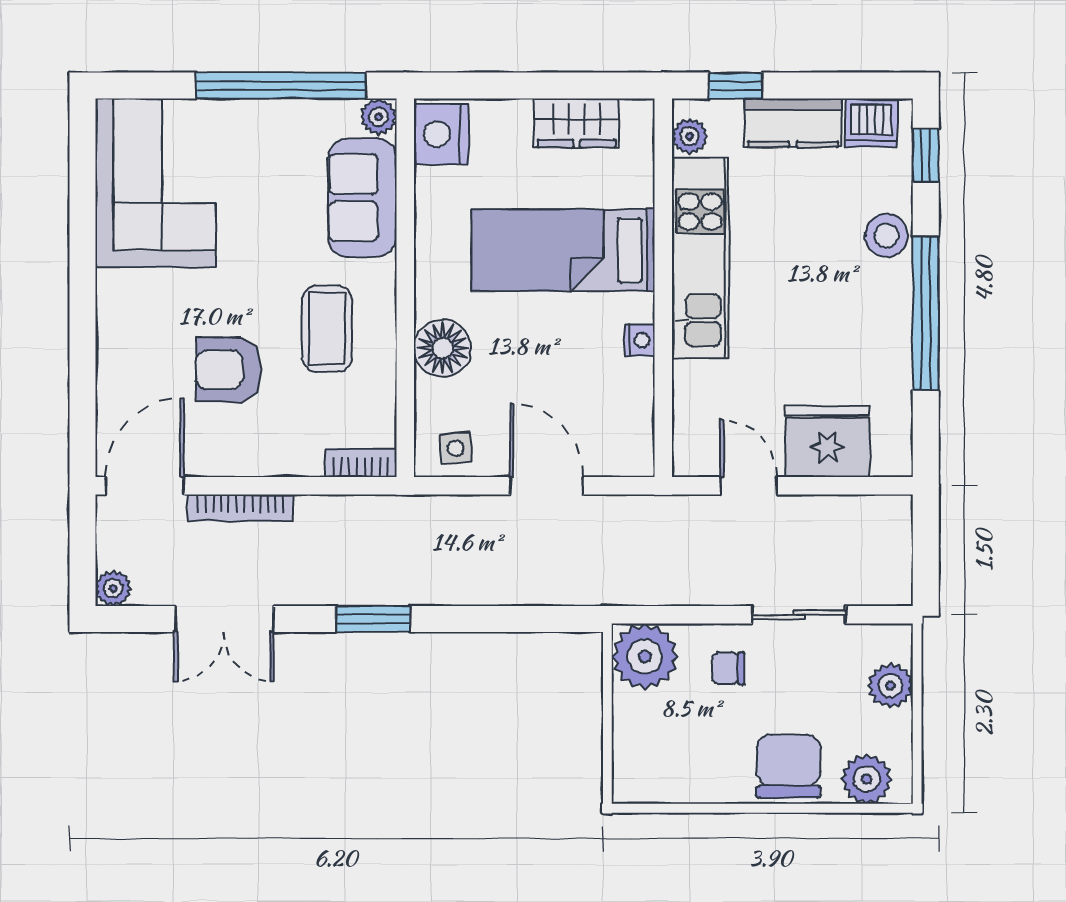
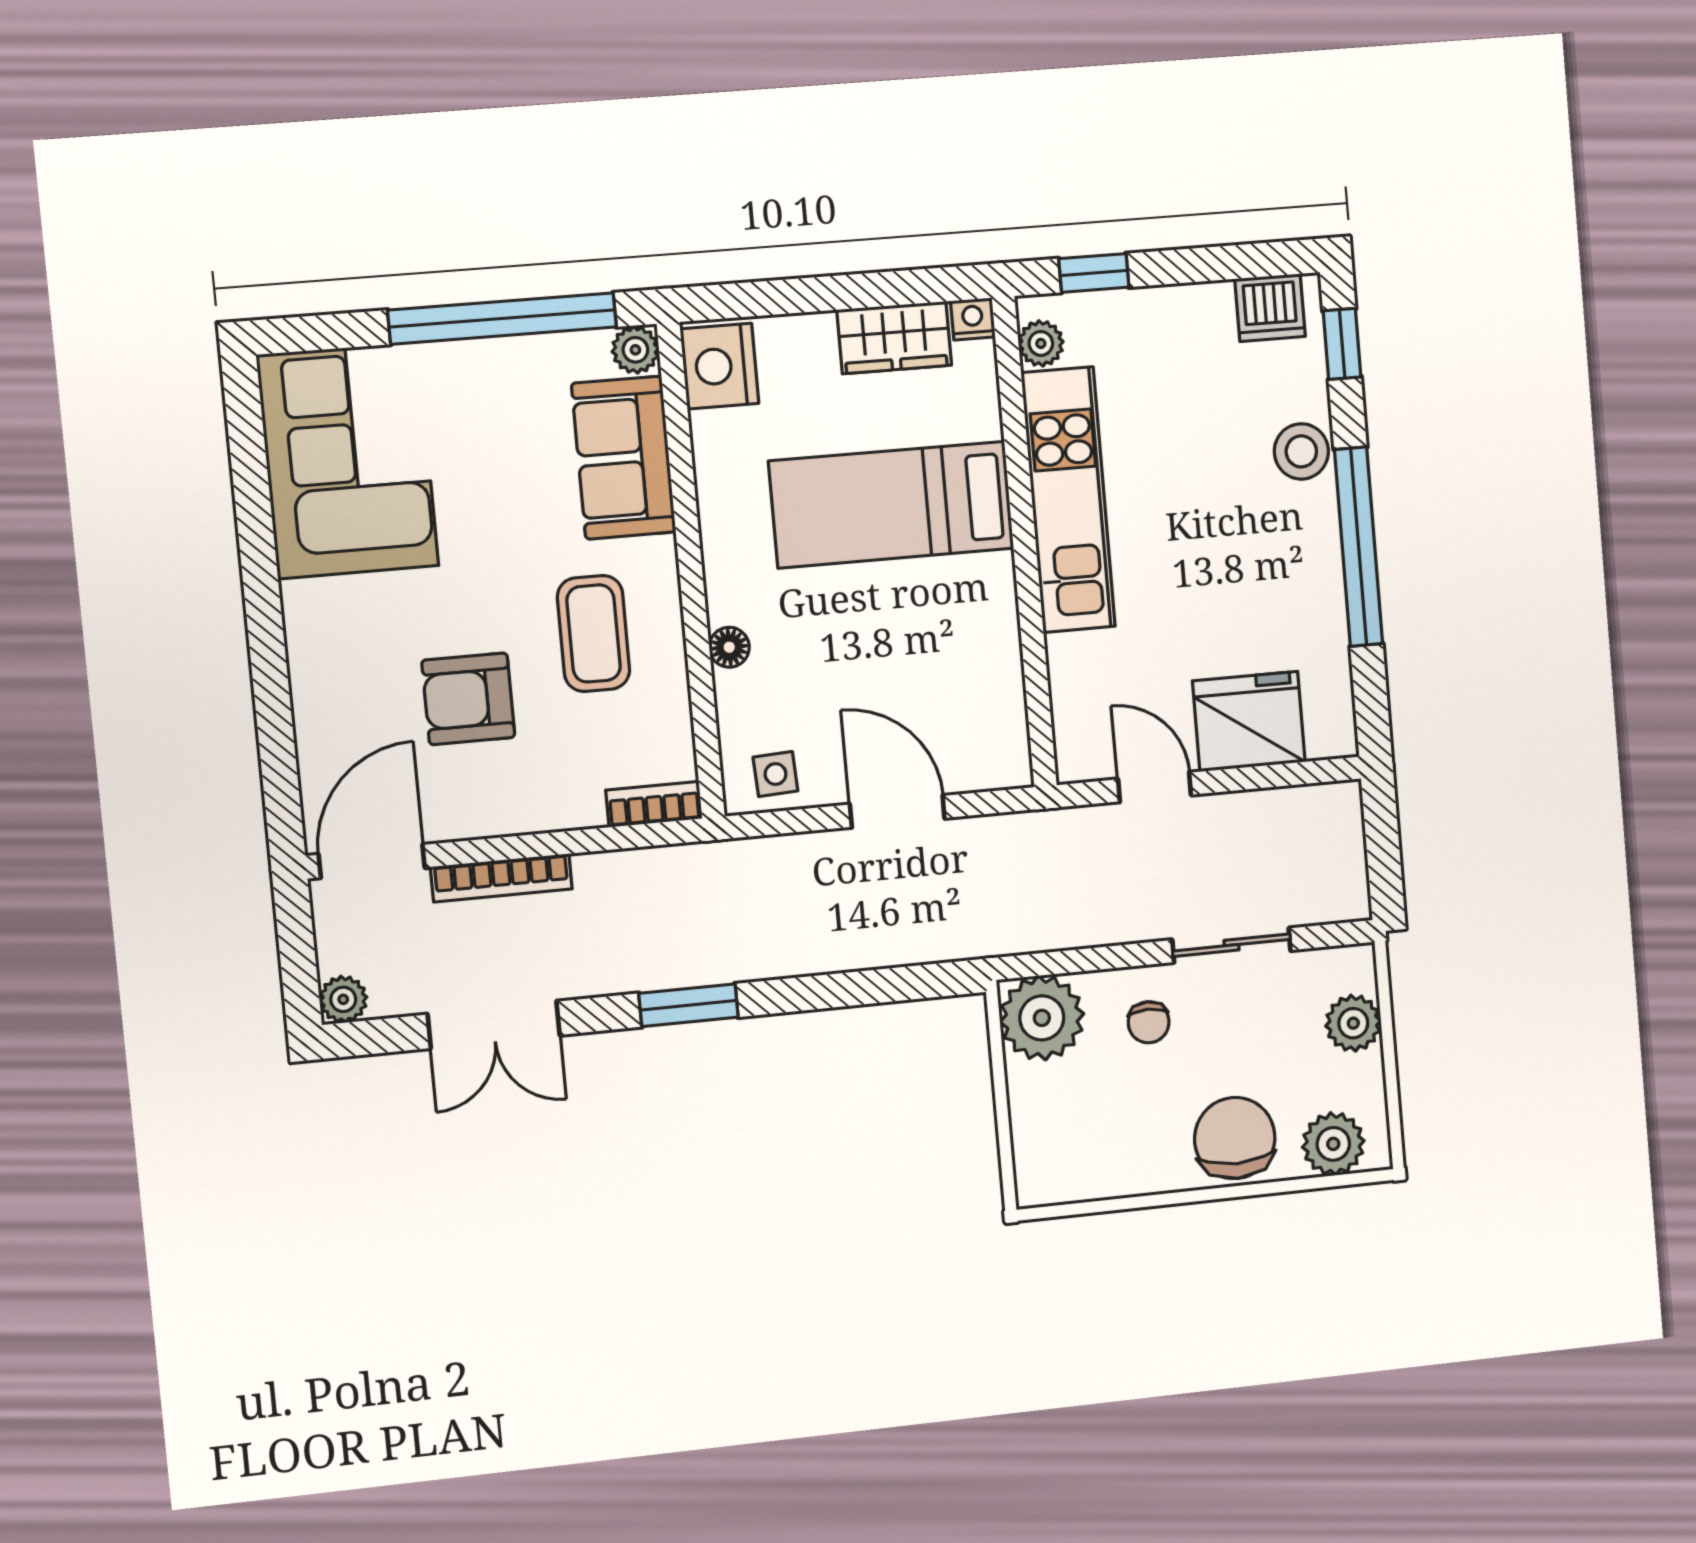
kitchen counter: (793, 123) -> (1171, 316), removed
nightstand: (640, 340) -> (973, 319), moved, turned -90
floor lamp: (443, 348) -> (729, 647), width x0.53, depth x0.53
chair: (728, 668) -> (1149, 1022), turned -90

